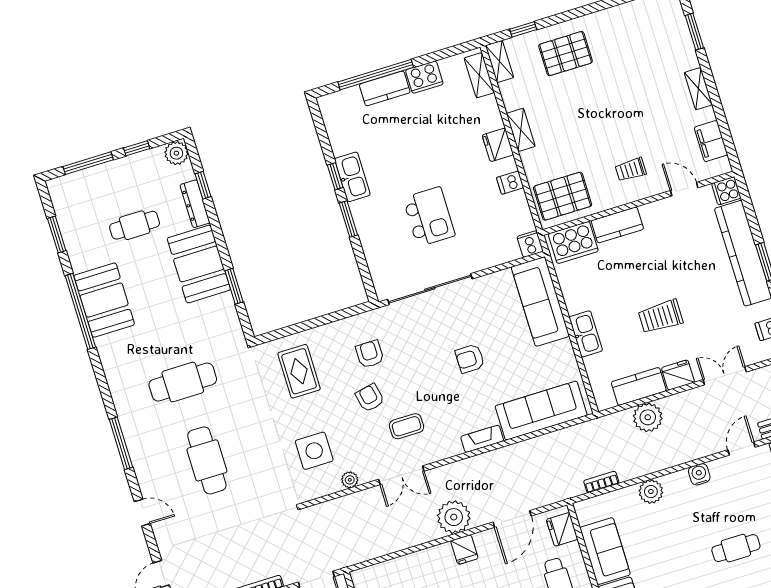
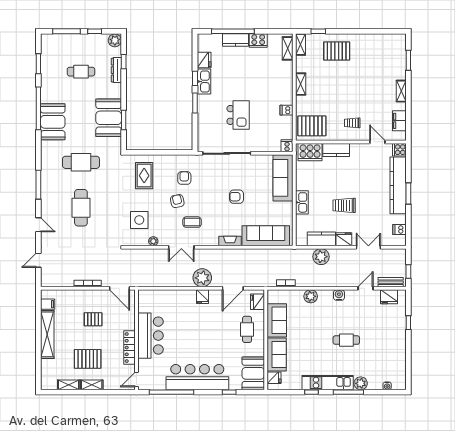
fridge: (498, 145) -> (204, 60), moved, turned 180
booth: (199, 264) -> (109, 118), moved
booth: (104, 300) -> (53, 122), moved

